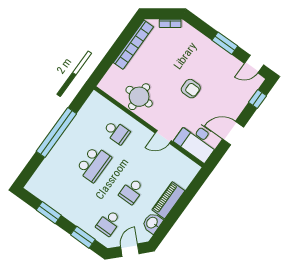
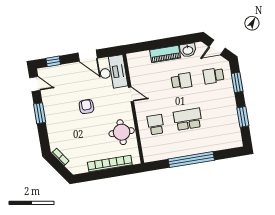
bookcase: (133, 45) -> (110, 163), moved
school desk: (109, 223) -> (214, 76), turned 180

